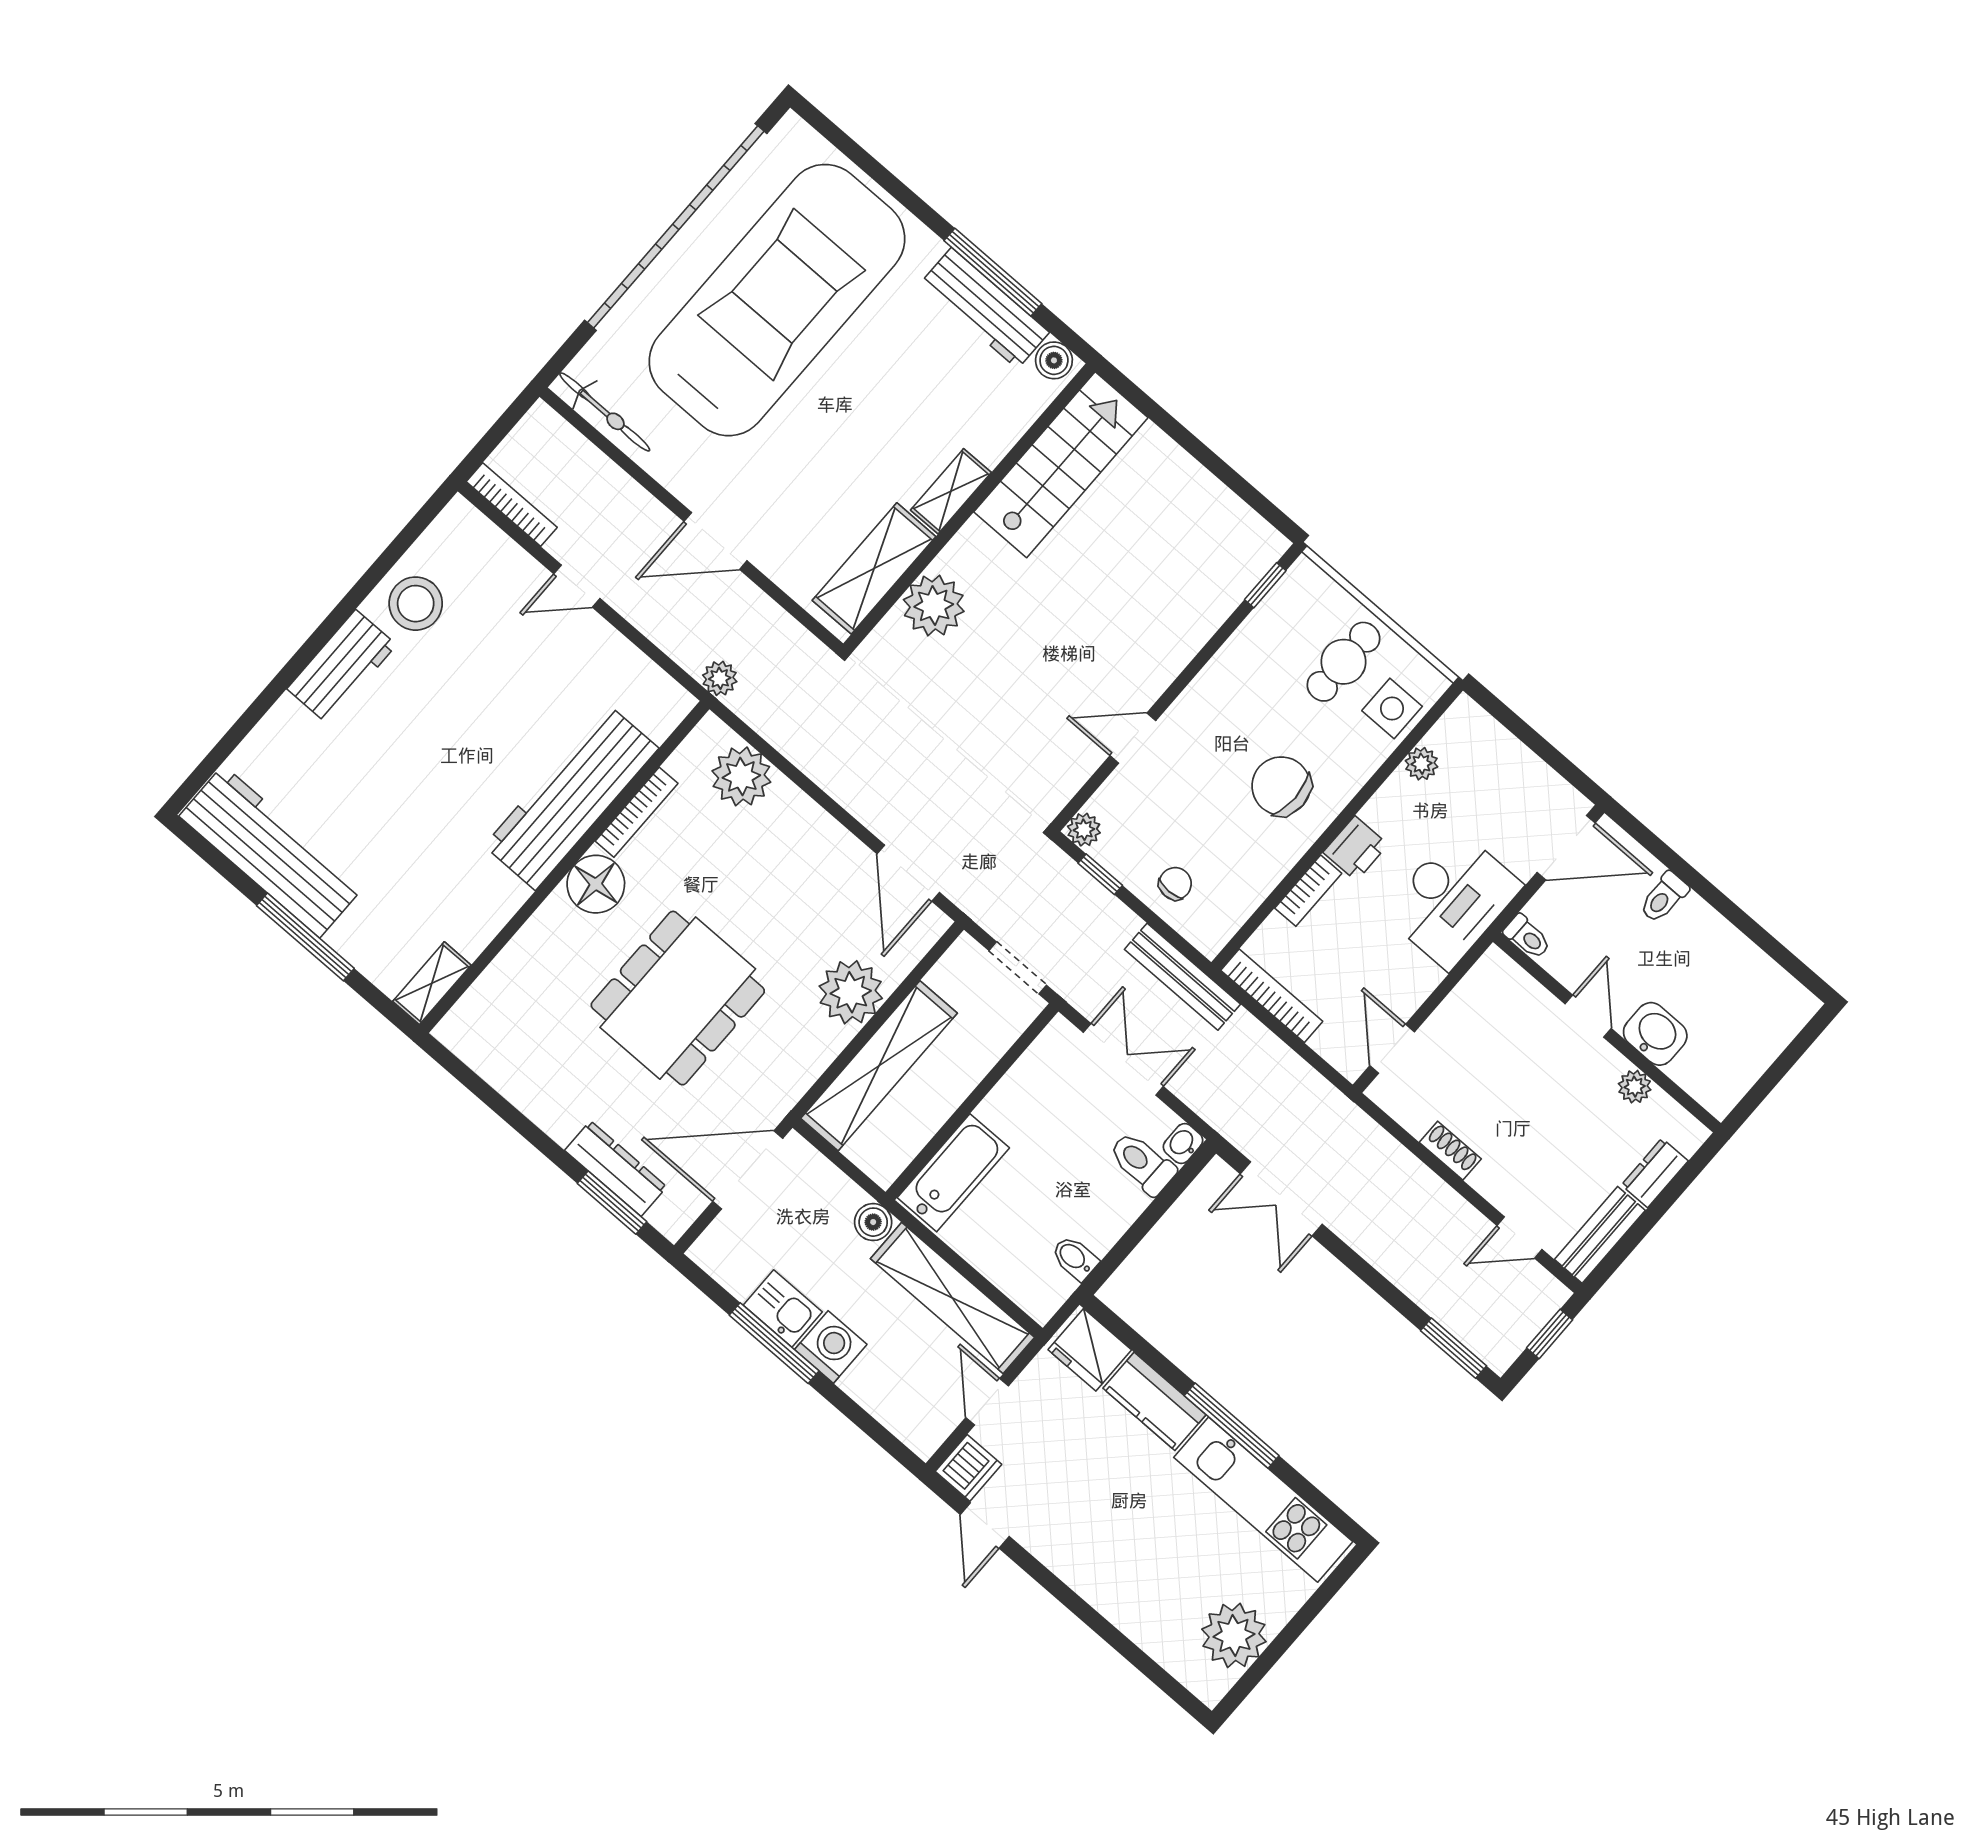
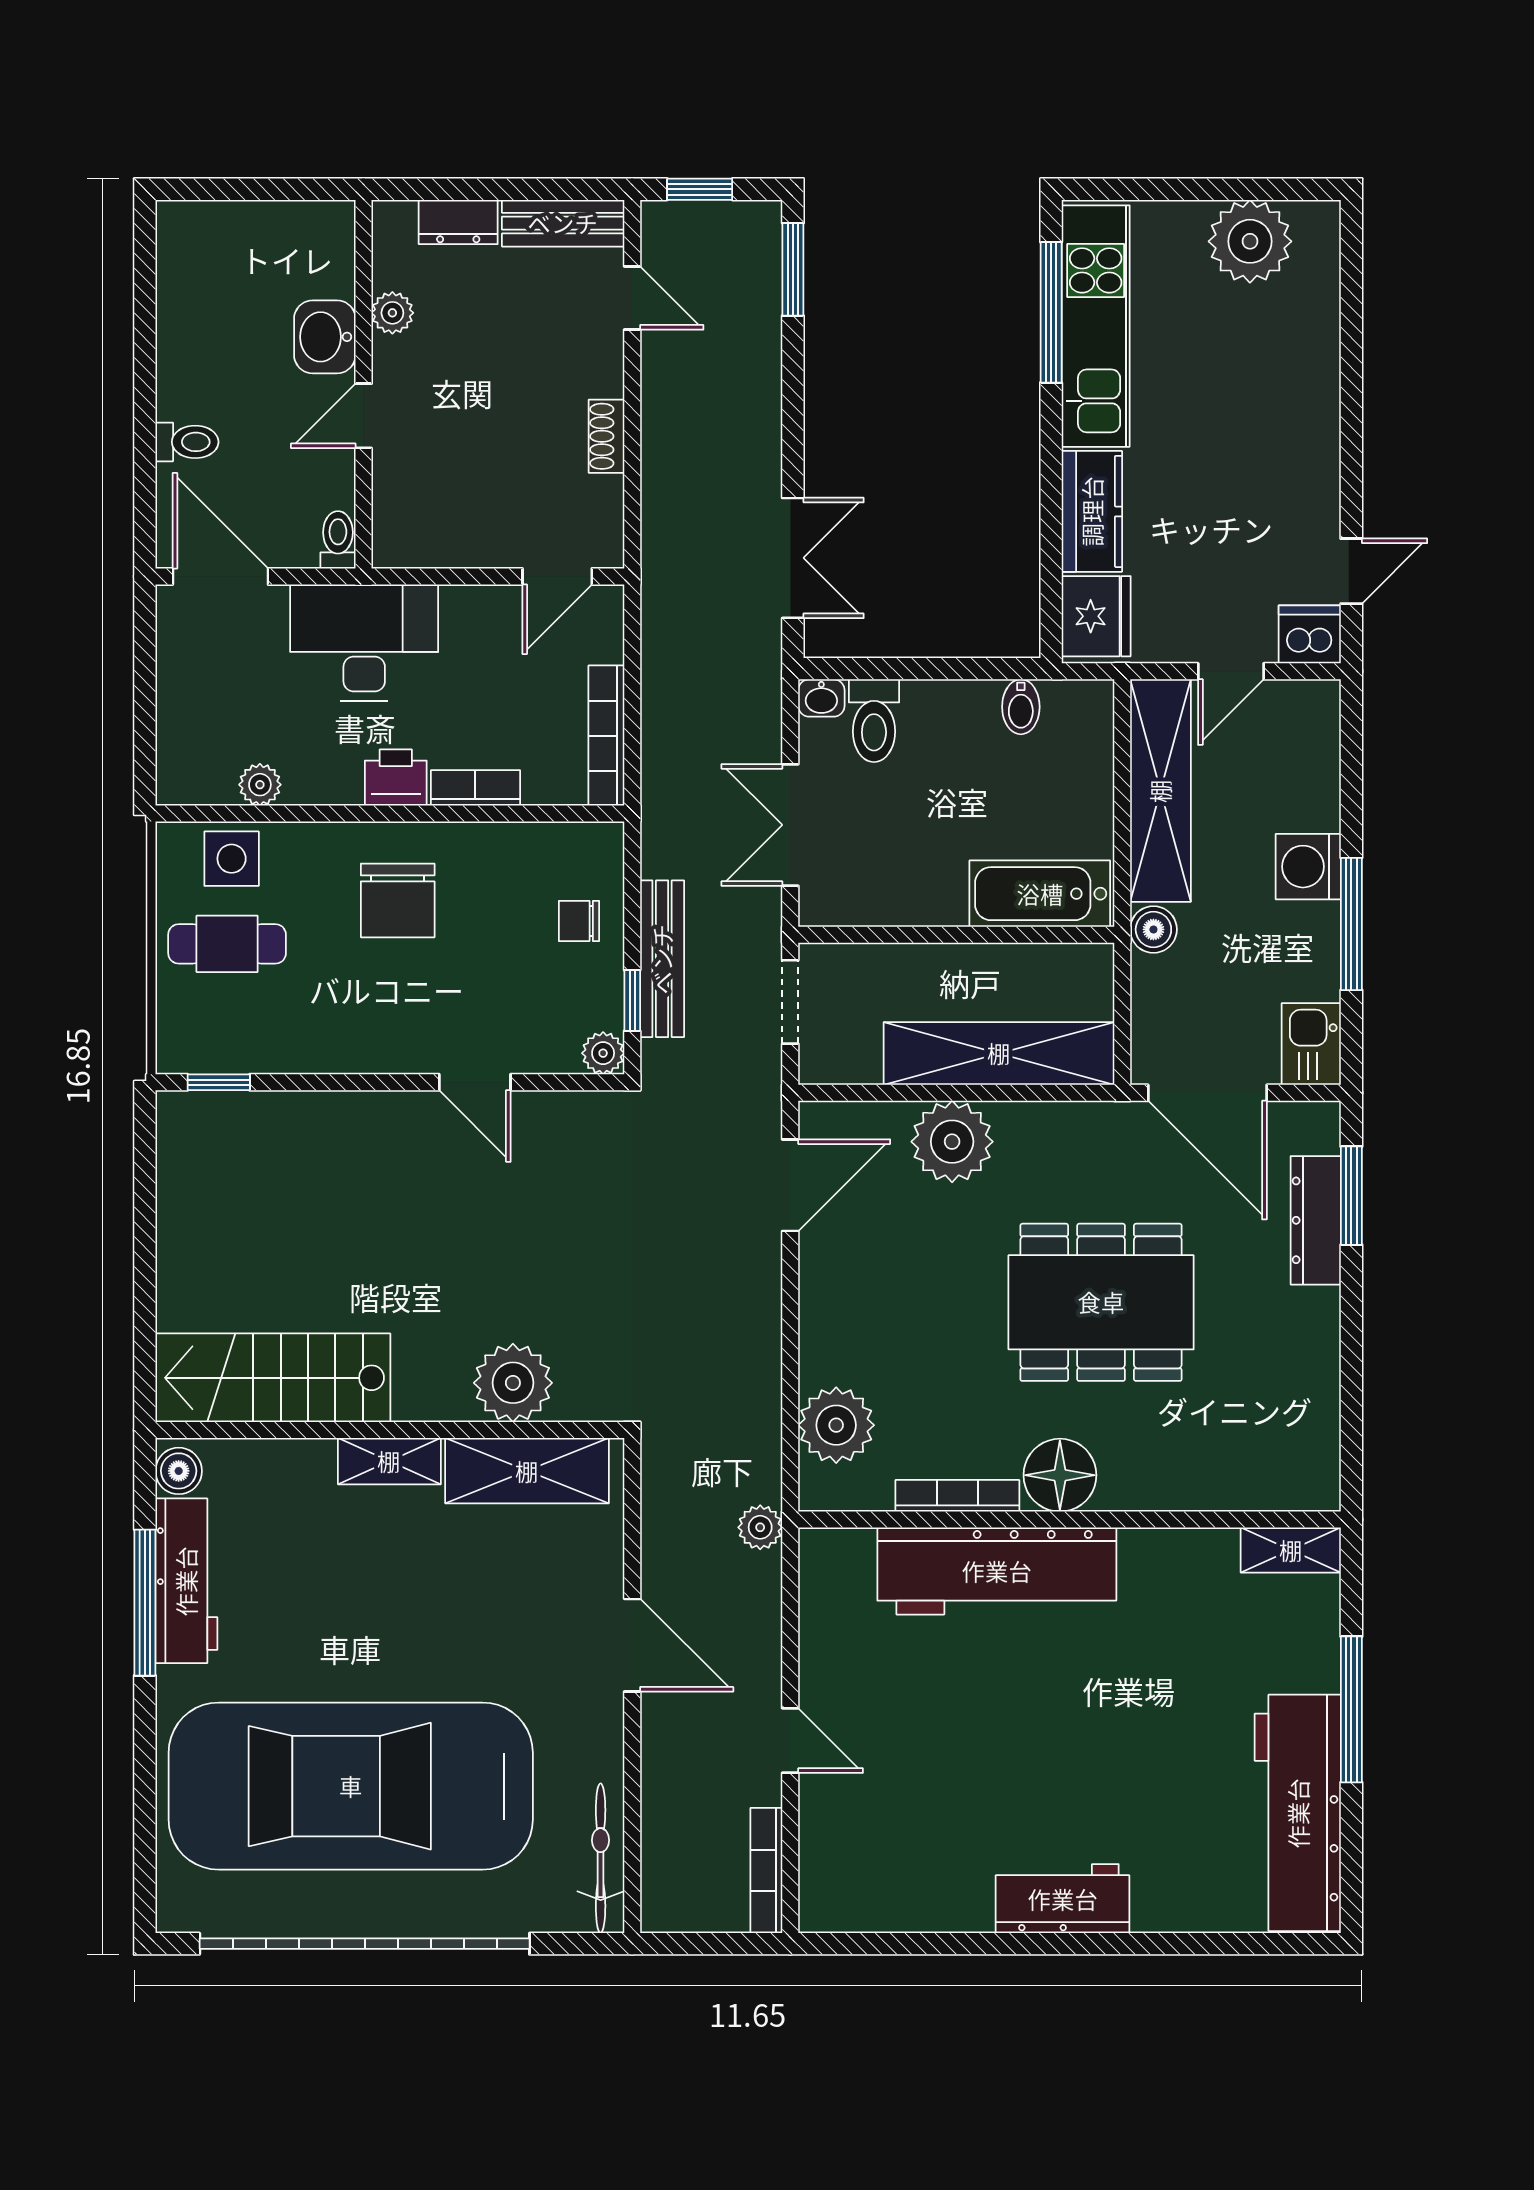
stool: (416, 604) -> (941, 1880), removed
bench: (1182, 977) -> (662, 959), moved
kitchen sink: (783, 1309) -> (1311, 1044), moved
window: (1232, 1426) -> (1051, 312), moved

